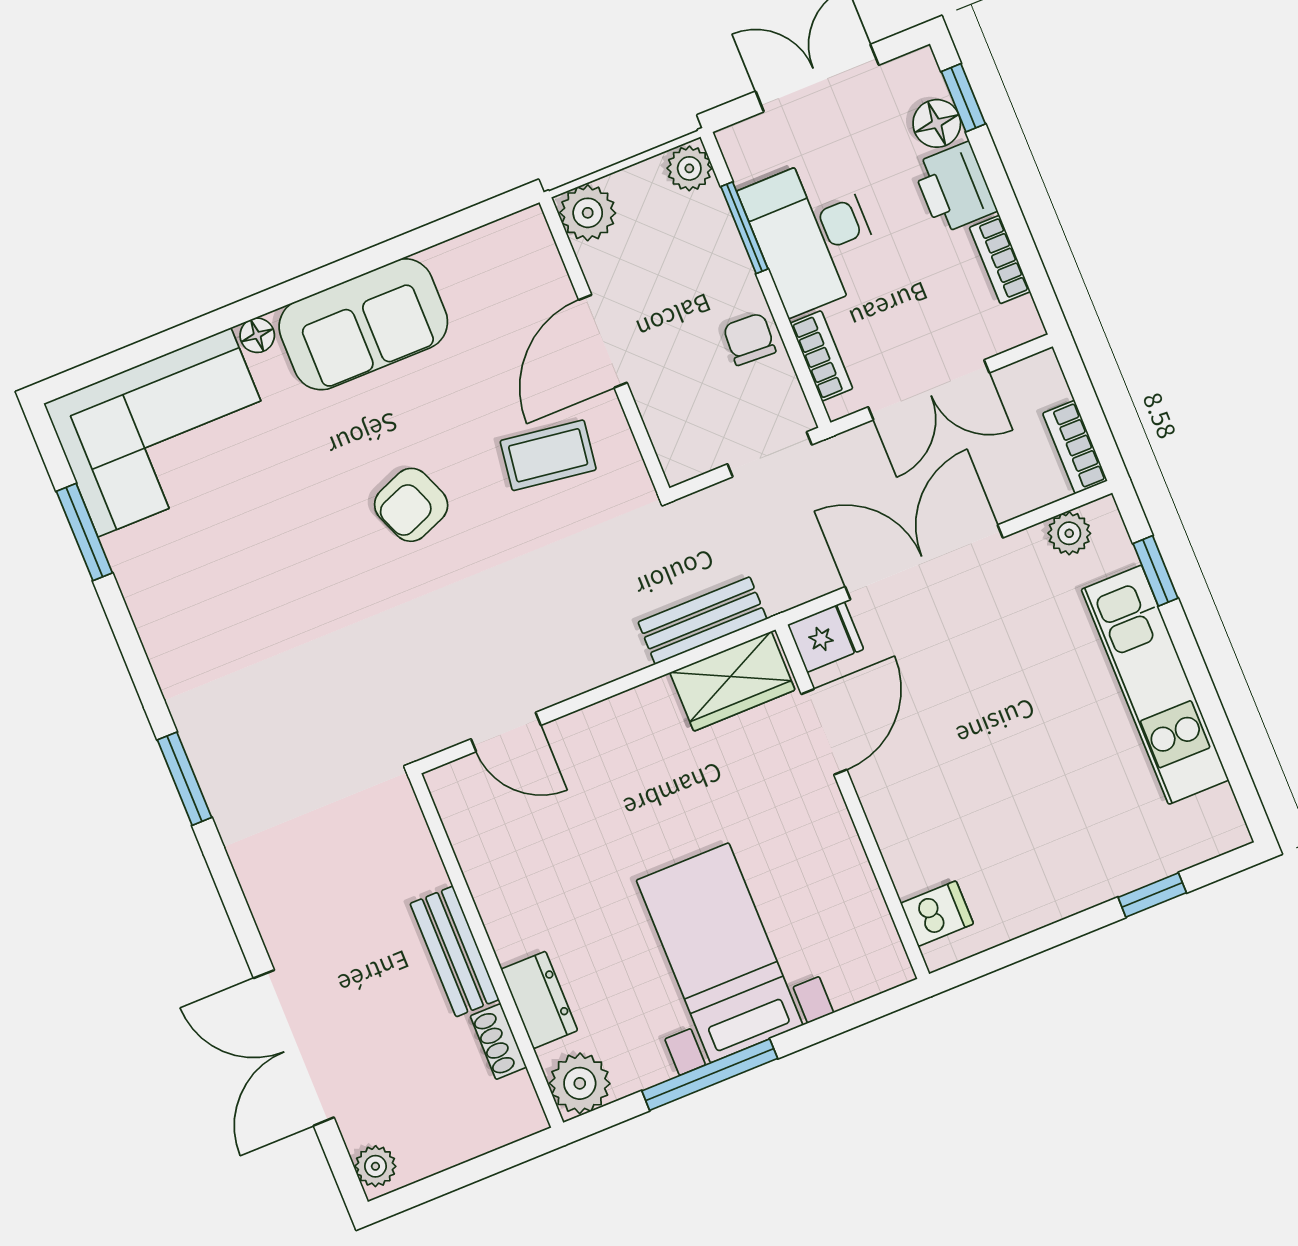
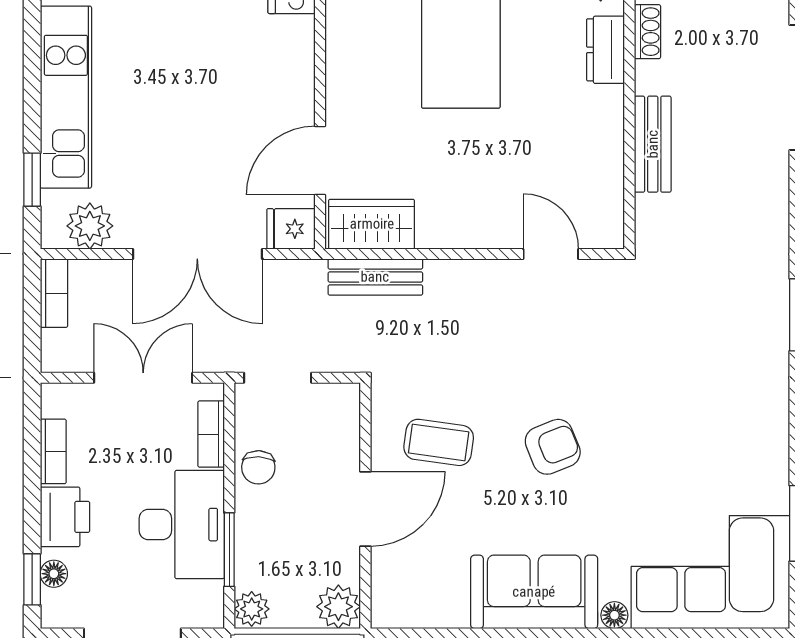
floor lamp: (937, 123) -> (54, 574), width x0.73, depth x0.73
plant: (1069, 533) -> (90, 226), width x1.38, depth x1.38
bench: (455, 951) -> (653, 144), moved

